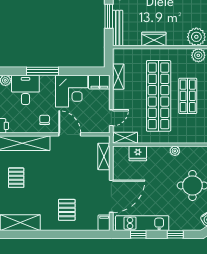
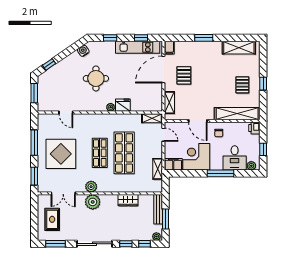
shop shelf: (159, 96) -> (124, 153), width x0.71
door: (111, 118) -> (163, 135), swing flipped
fridge: (138, 153) -> (123, 105), moved
pallet: (67, 210) -> (184, 75), moved
window: (63, 234) -> (204, 38), added

